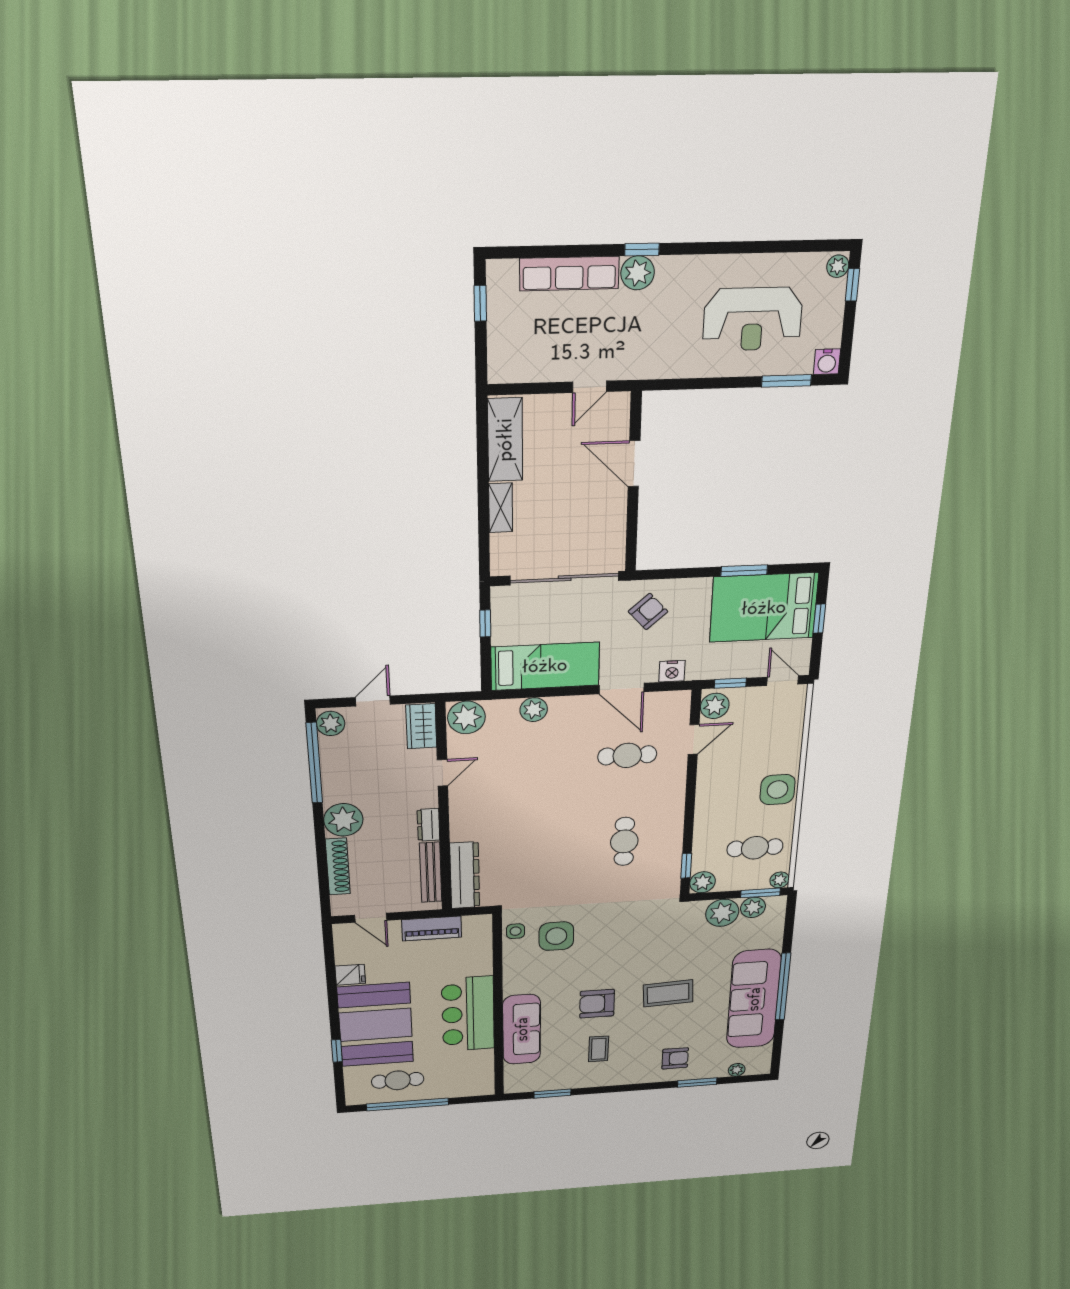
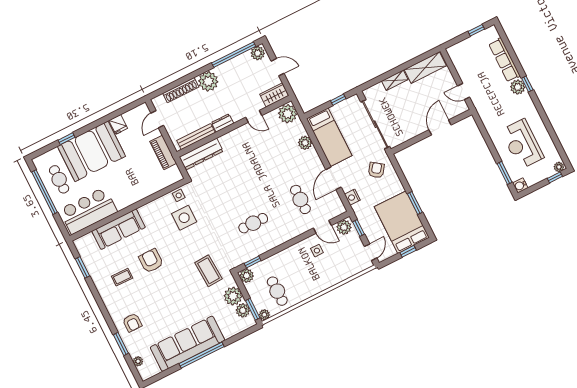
armchair: (648, 611) -> (376, 170), turned -102
side table: (778, 790) -> (317, 251), moved, width x0.54, depth x0.54
coffee table: (668, 993) -> (208, 271), moved
bar counter: (468, 1014) -> (88, 211), moved

